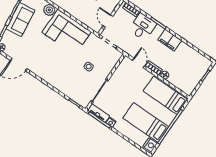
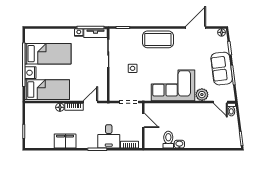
filing cabinet: (170, 40) -> (65, 141), moved
door: (139, 63) -> (90, 102), swing flipped
coffee table: (54, 75) -> (158, 39), added
nightstand: (150, 145) -> (30, 73), moved

